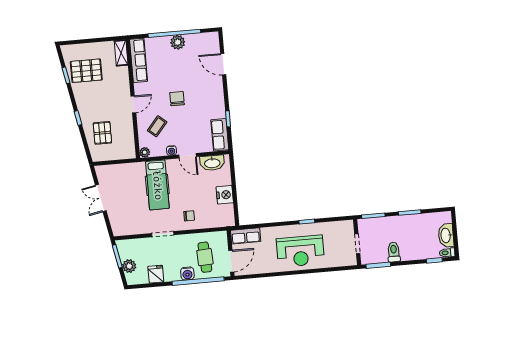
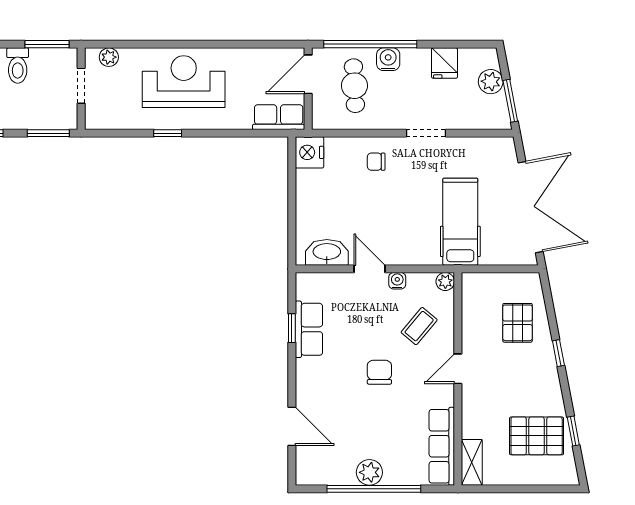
chair: (177, 99) -> (379, 372), turned 180
row of seats: (220, 135) -> (309, 329), moved
hospital bed: (157, 185) -> (460, 222), moved
nightstand: (225, 195) -> (309, 152), moved
double door: (101, 198) -> (531, 207), width x1.87
plant: (343, 261) -> (109, 57), added

